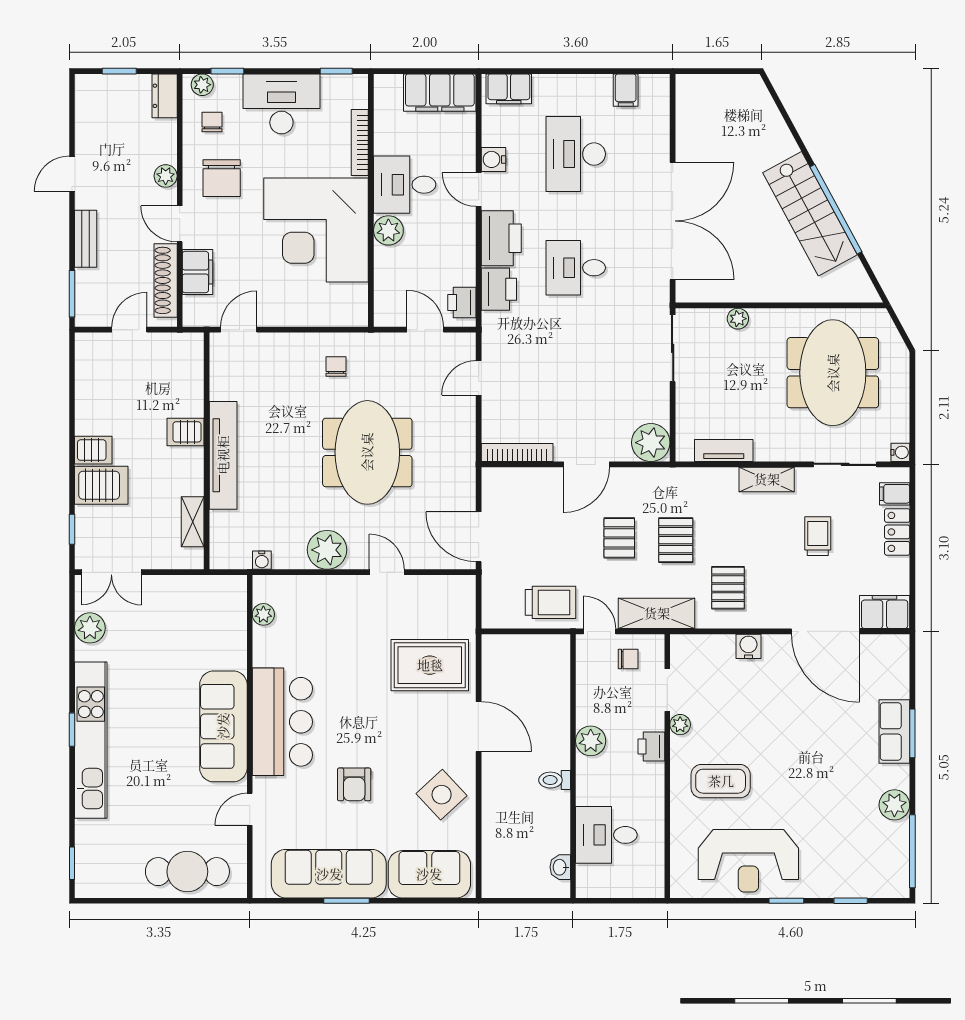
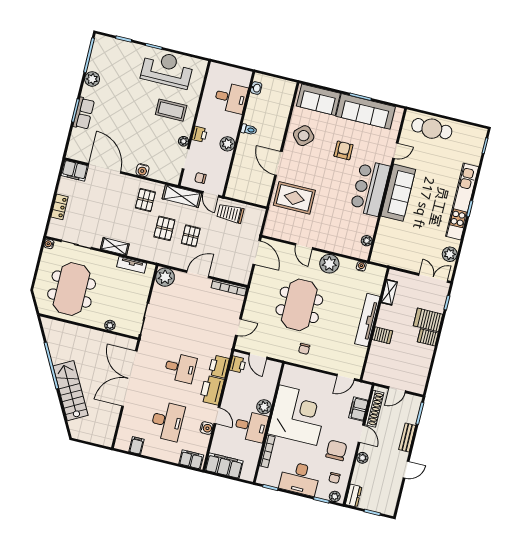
stairs: (810, 214) -> (70, 391), moved
filing cabinet: (895, 494) -> (56, 225), removed
trolley: (818, 536) -> (97, 214), removed

